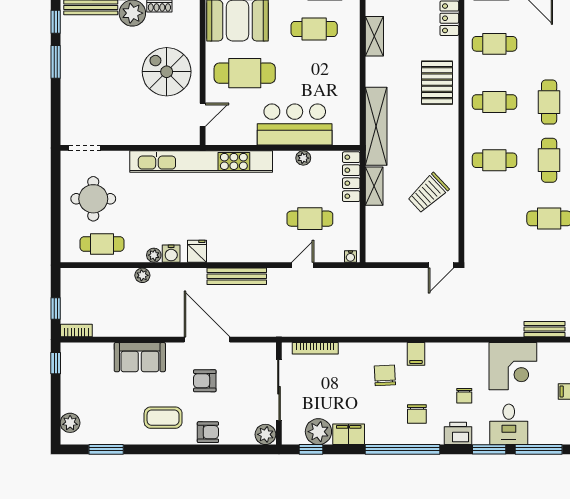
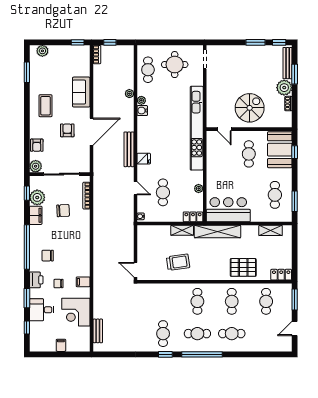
cafe table: (245, 73) -> (249, 154), width x0.73, depth x0.74
bar counter: (295, 124) -> (228, 210), moved, turned -90
locker: (351, 177) -> (193, 217), width x0.66
trolley: (428, 193) -> (178, 262), turned 125
fridge: (197, 251) -> (144, 159), moved
filing cabinet: (416, 354) -> (83, 282), moved
chair: (385, 375) -> (63, 211), moved
armchair: (208, 432) -> (37, 145), moved
window: (539, 449) -> (27, 327), width x0.46

